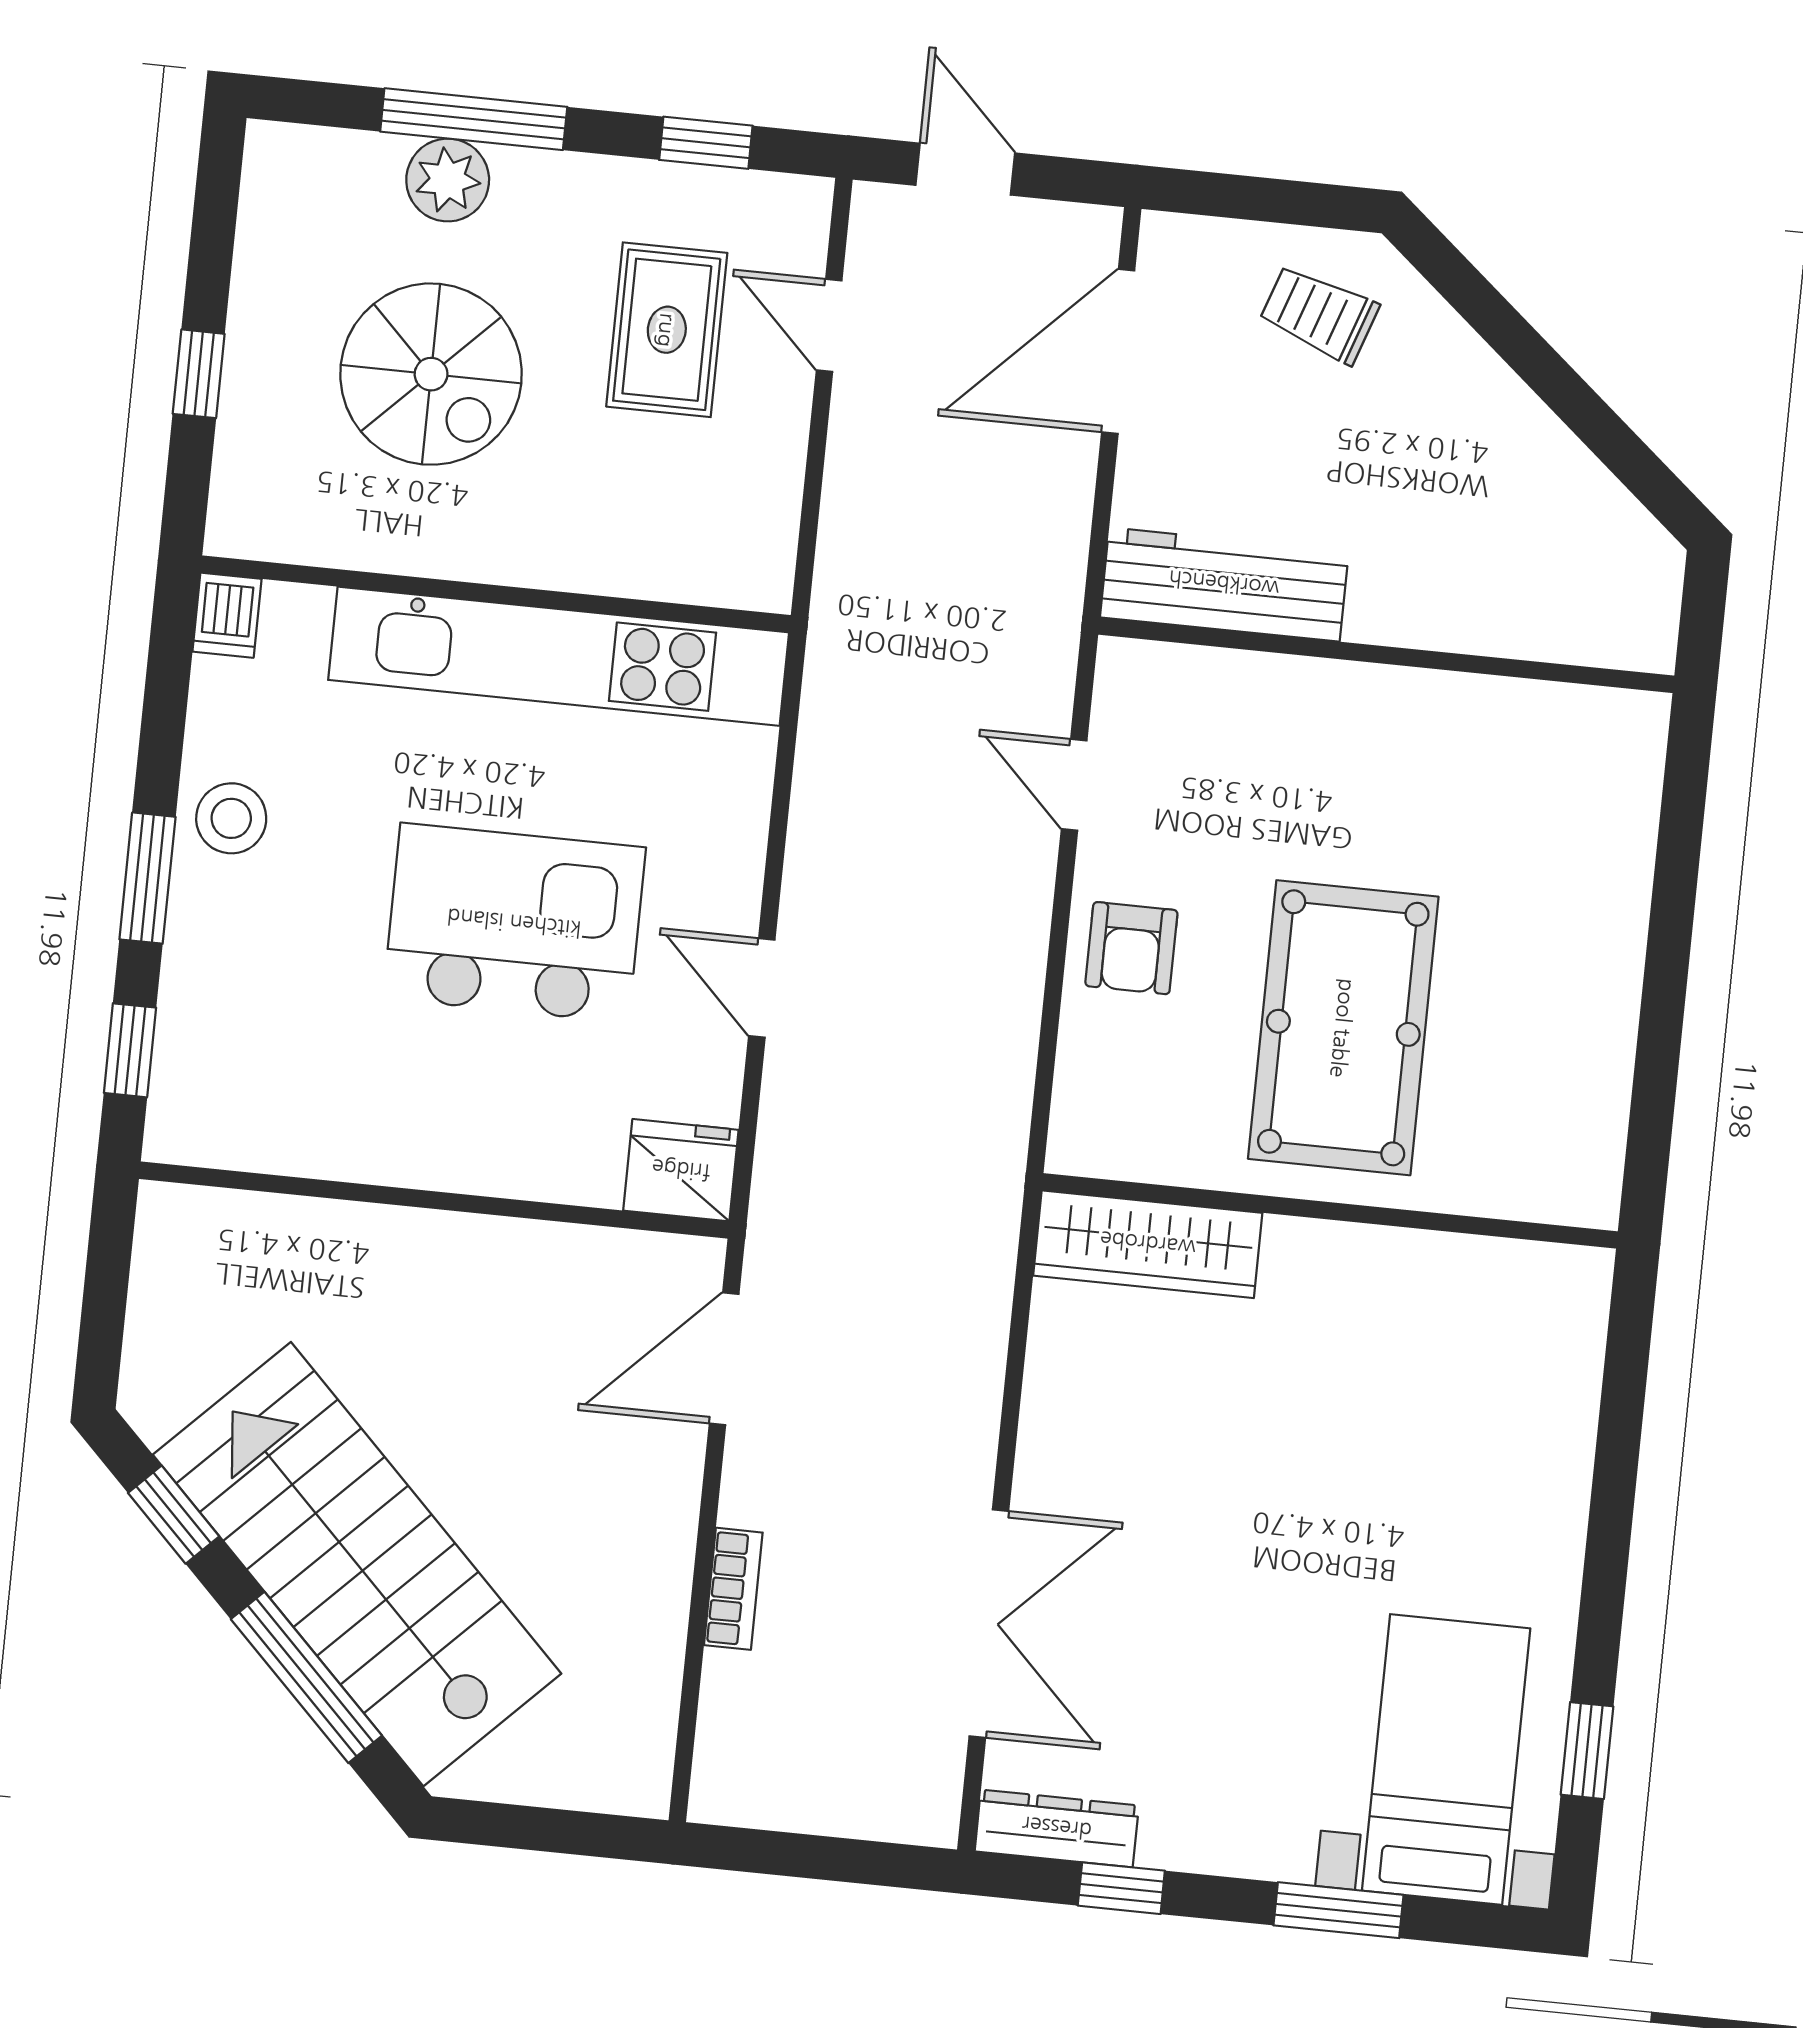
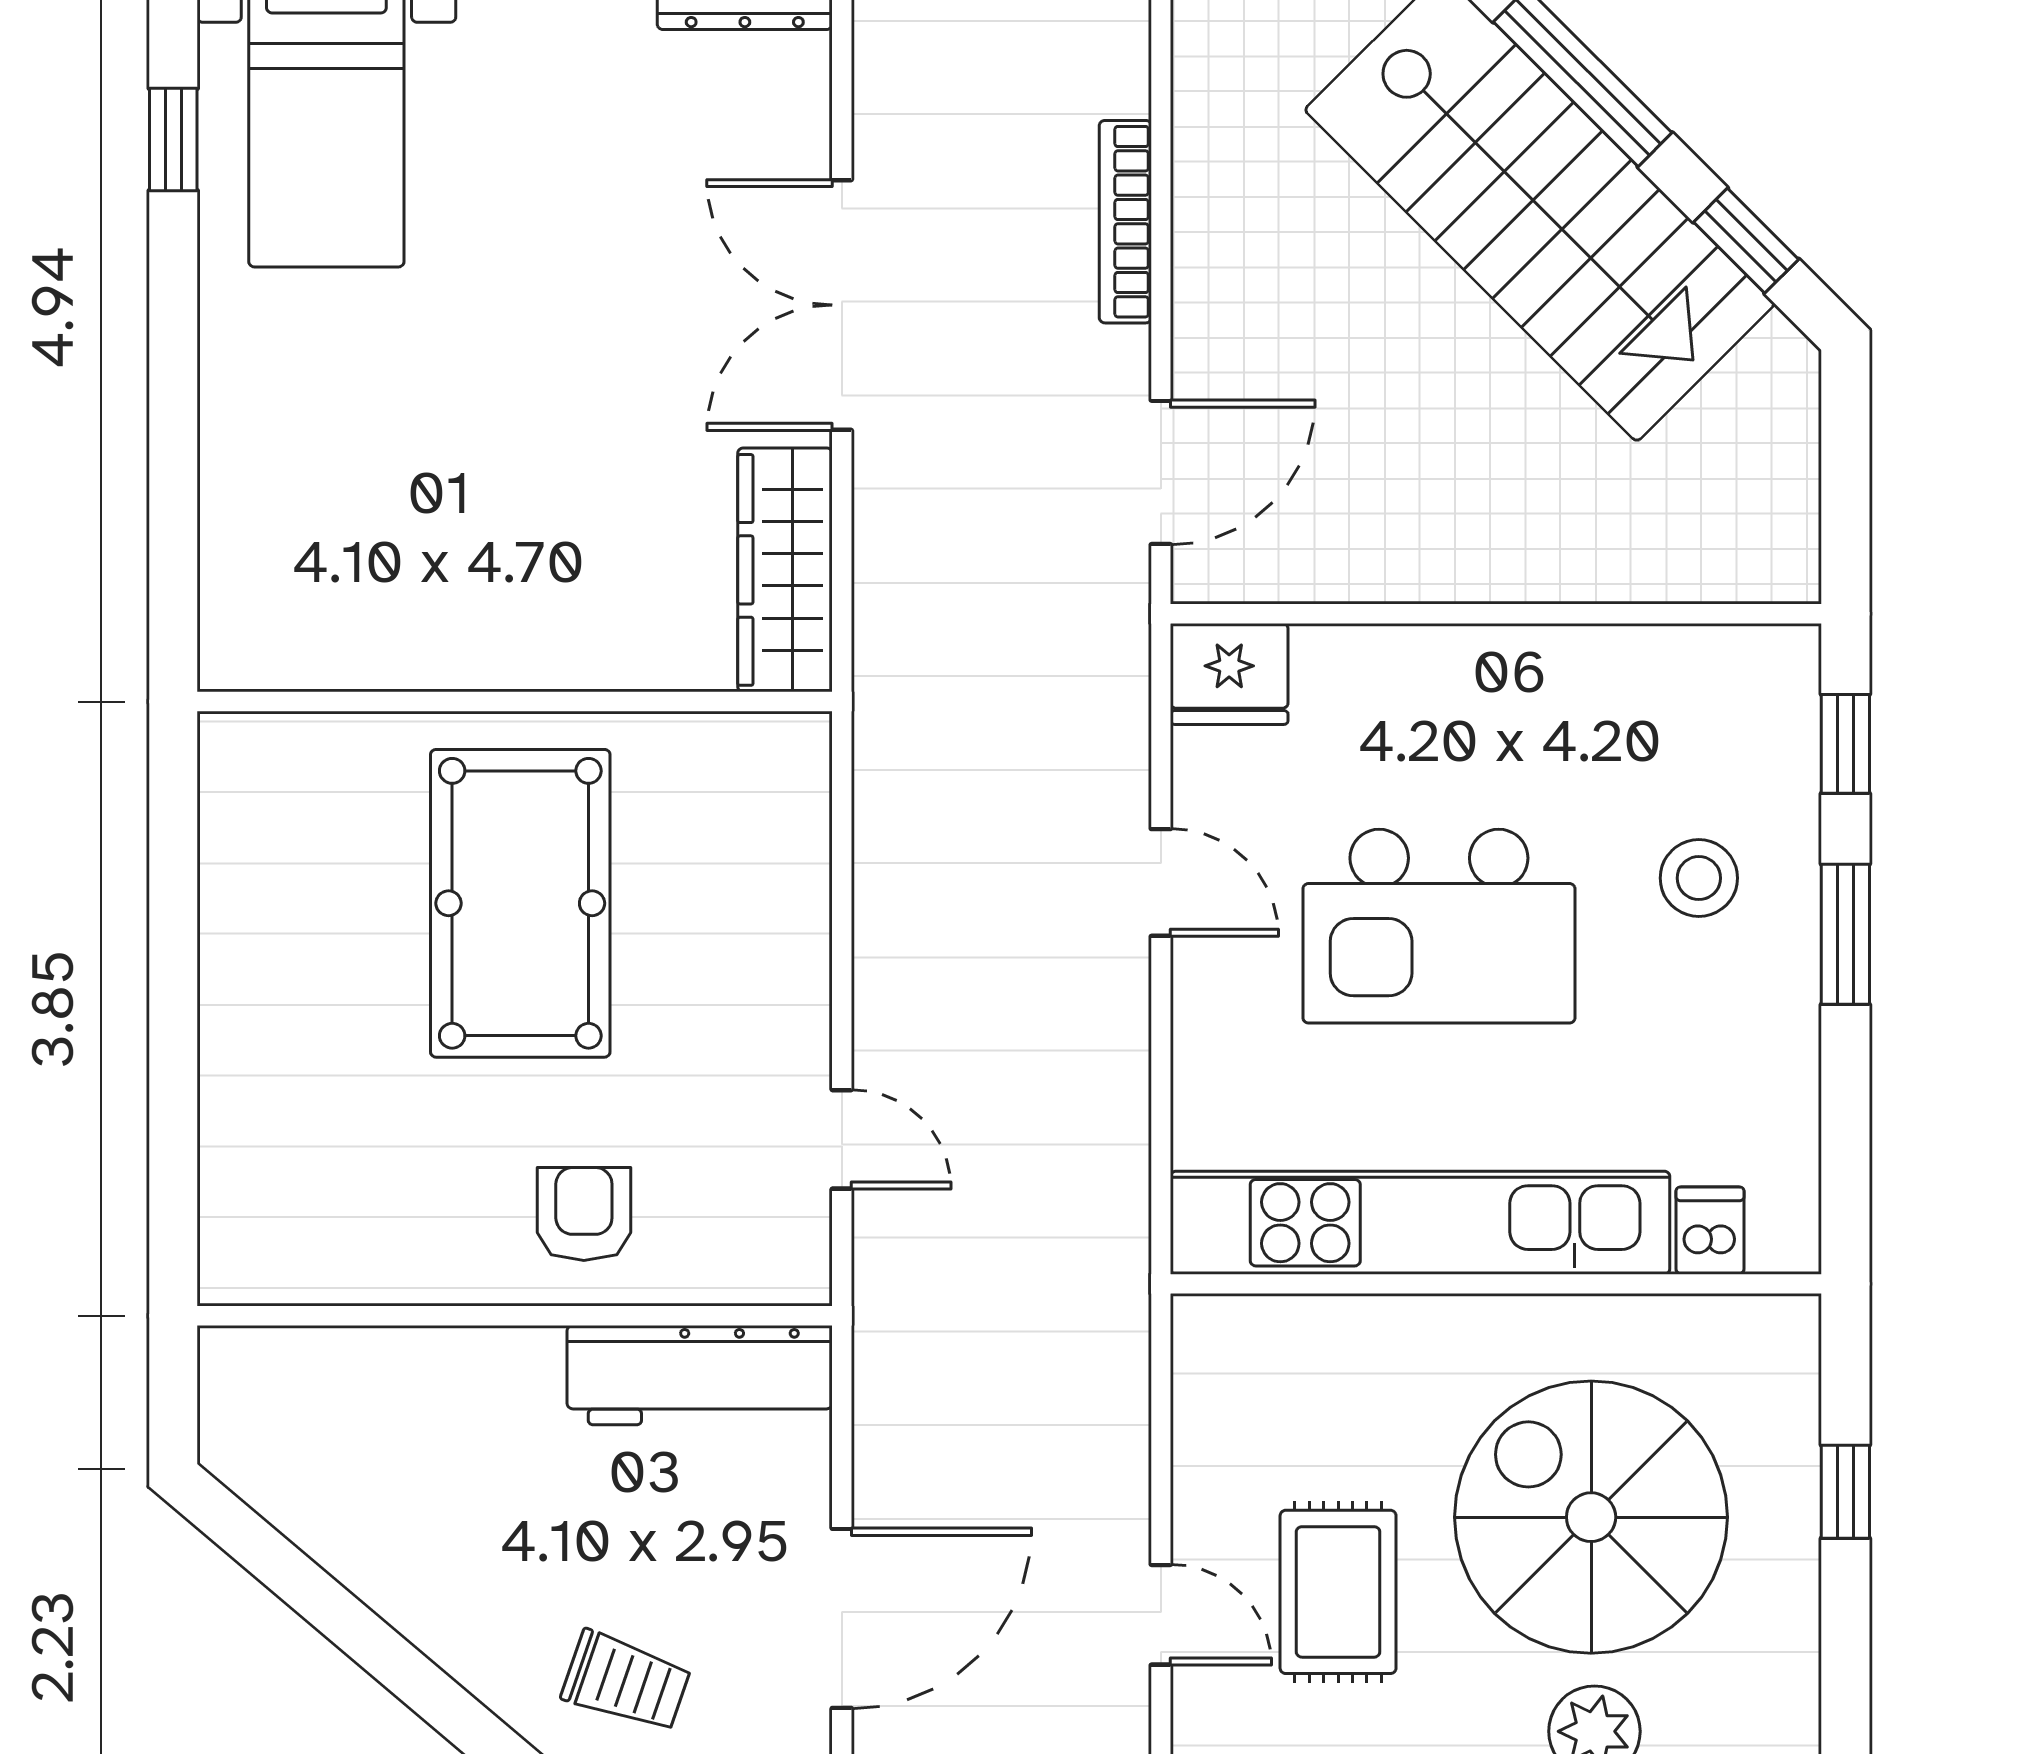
spiral stairs: (431, 374) -> (1591, 1517), width x1.37, depth x1.37
dishwasher: (227, 615) -> (1710, 1231), moved
stool: (231, 818) -> (1699, 878), moved
armchair: (1131, 948) -> (584, 1214), moved
wardrobe: (1148, 1244) -> (785, 570), moved, turned -90
bookcase: (733, 1589) -> (1125, 222), width x1.56
double door: (989, 1624) -> (842, 305), moved

